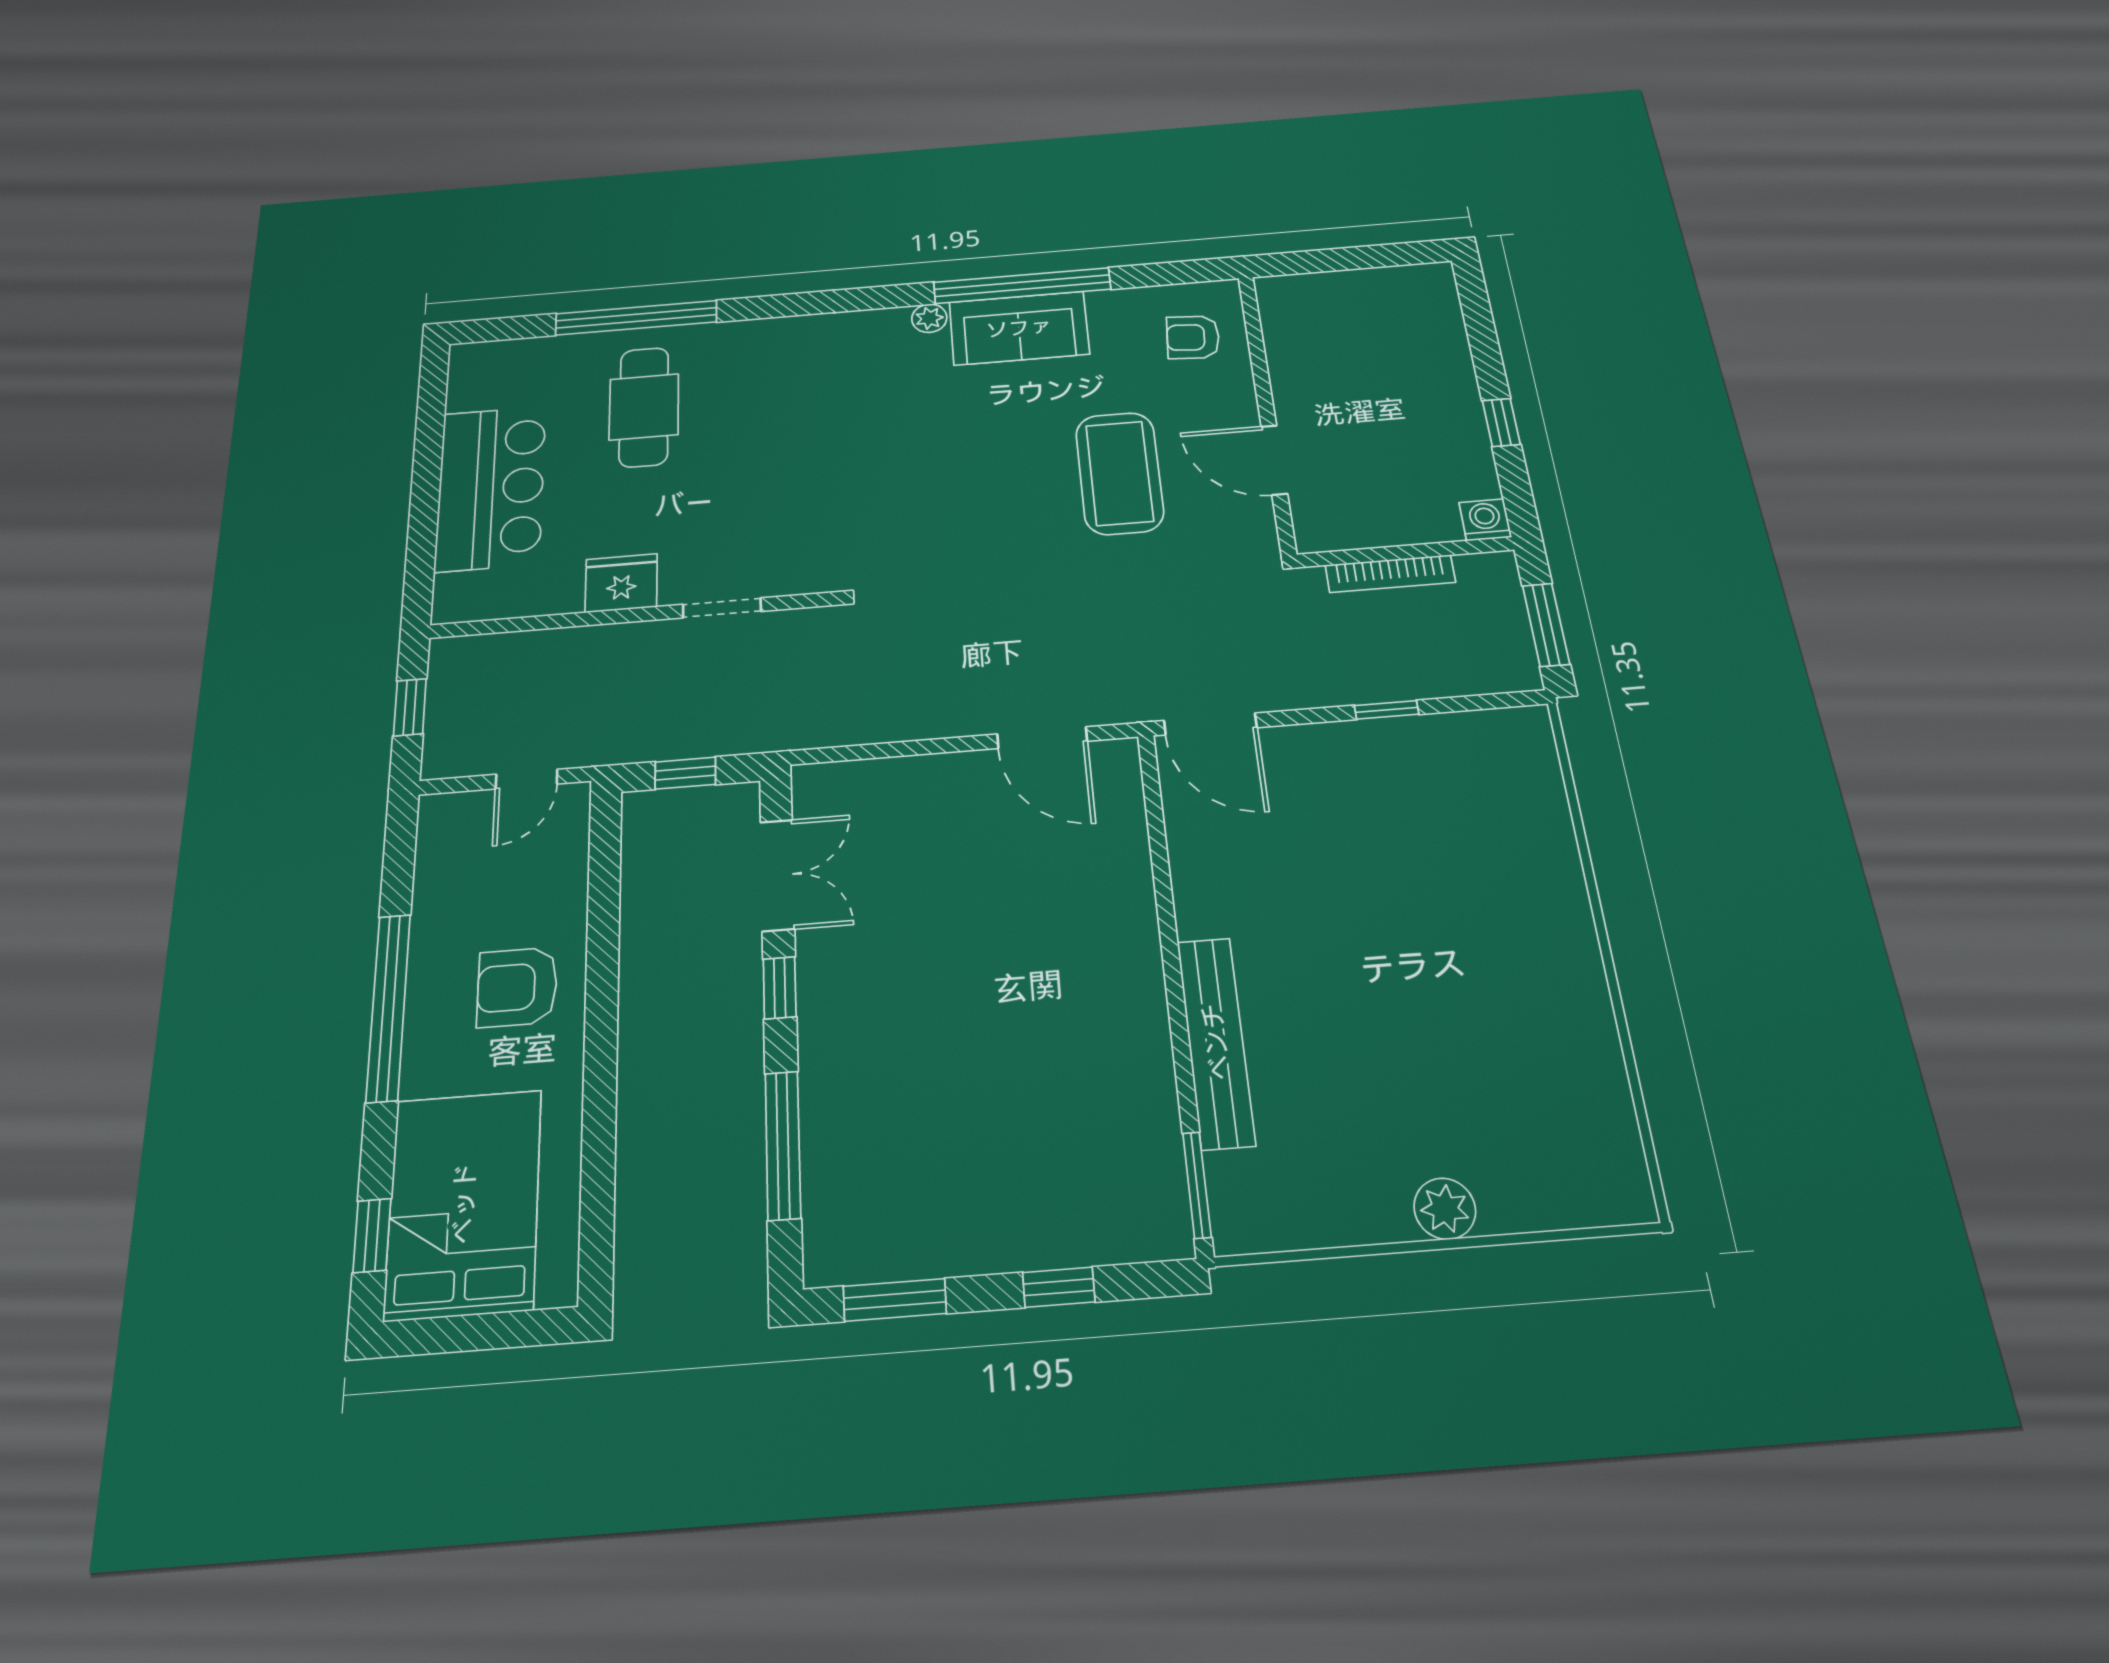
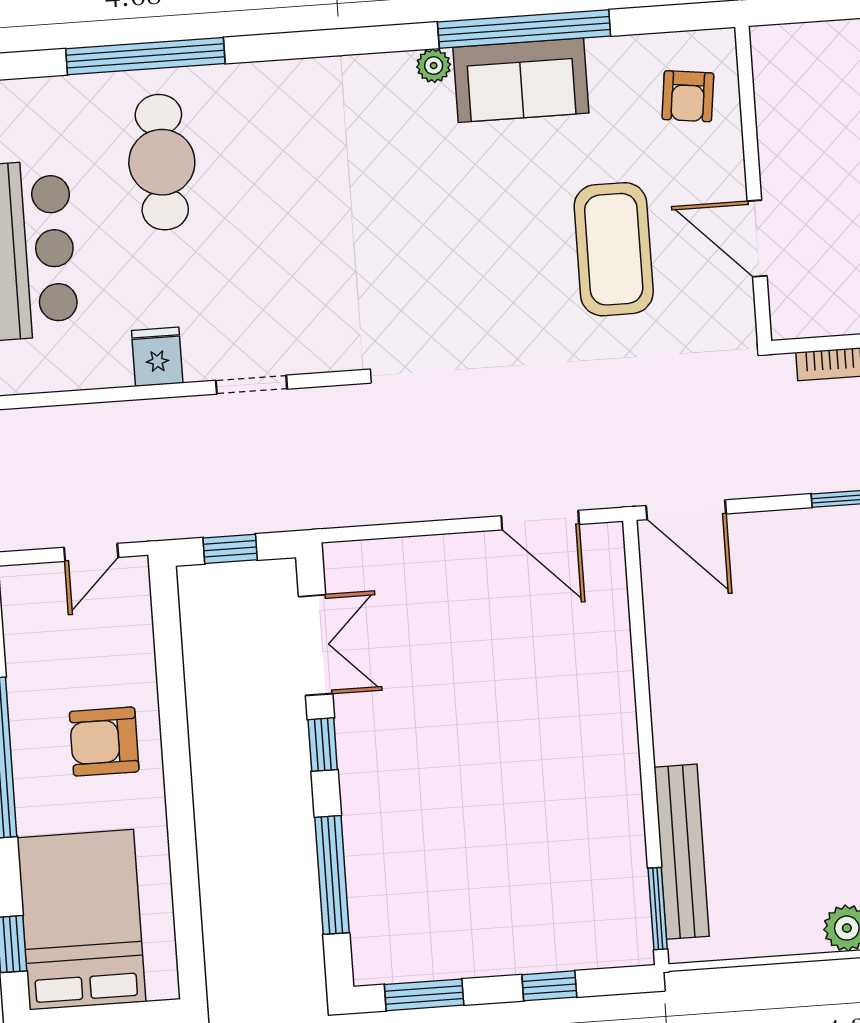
armchair: (1193, 337) -> (688, 96), turned -87
fridge: (621, 583) -> (157, 357), width x0.72
bench: (1216, 1042) -> (682, 852), moved

